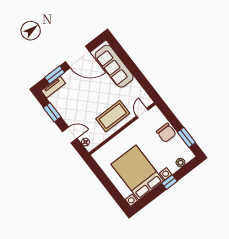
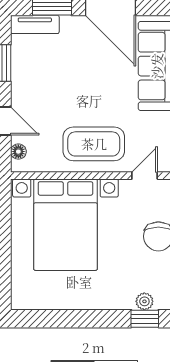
bed with nightstands: (137, 173) -> (65, 225), moved, turned 180
window: (169, 182) -> (145, 319), moved

